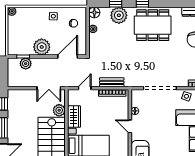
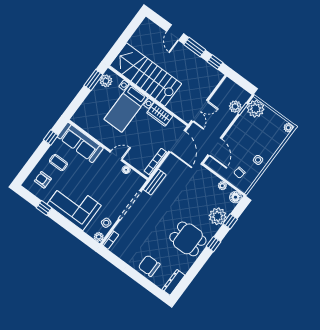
dining table: (153, 25) -> (188, 239), width x0.73
plant: (42, 47) -> (256, 109), moved
bench: (112, 82) -> (155, 182), moved
double door: (49, 88) -> (200, 111), swing flipped
door: (85, 88) -> (177, 141), width x1.88
plant: (59, 110) -> (174, 106), removed

